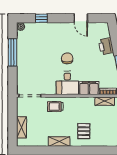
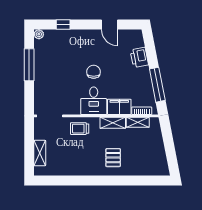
shelving: (59, 142) -> (113, 123), moved

